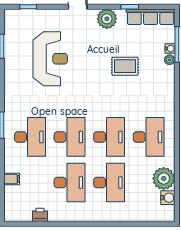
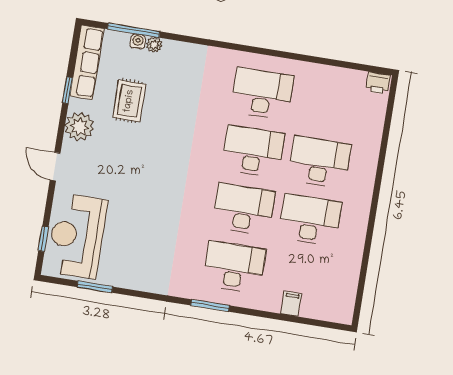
reception desk: (50, 59) -> (77, 236), moved, turned -90
rug: (125, 66) -> (129, 101), moved
plant: (164, 178) -> (326, 81), removed
water cooler: (168, 198) -> (355, 80), removed
printer: (40, 215) -> (378, 83), moved, turned -90

